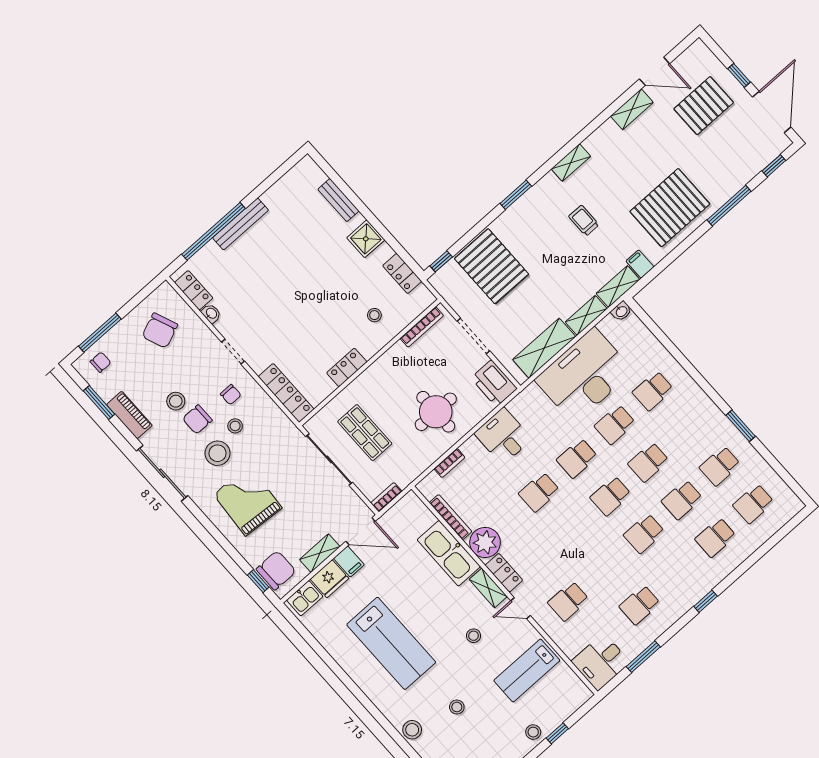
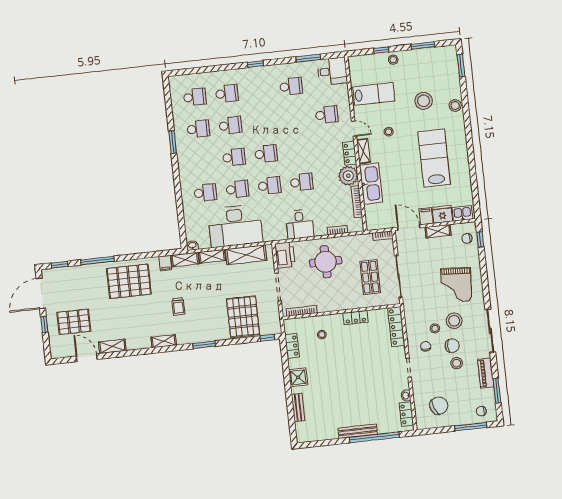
school desk: (644, 534) -> (262, 122), removed
chair: (276, 570) -> (467, 238), width x0.54, depth x0.54
stool: (457, 707) -> (424, 101), width x1.89, depth x1.89

